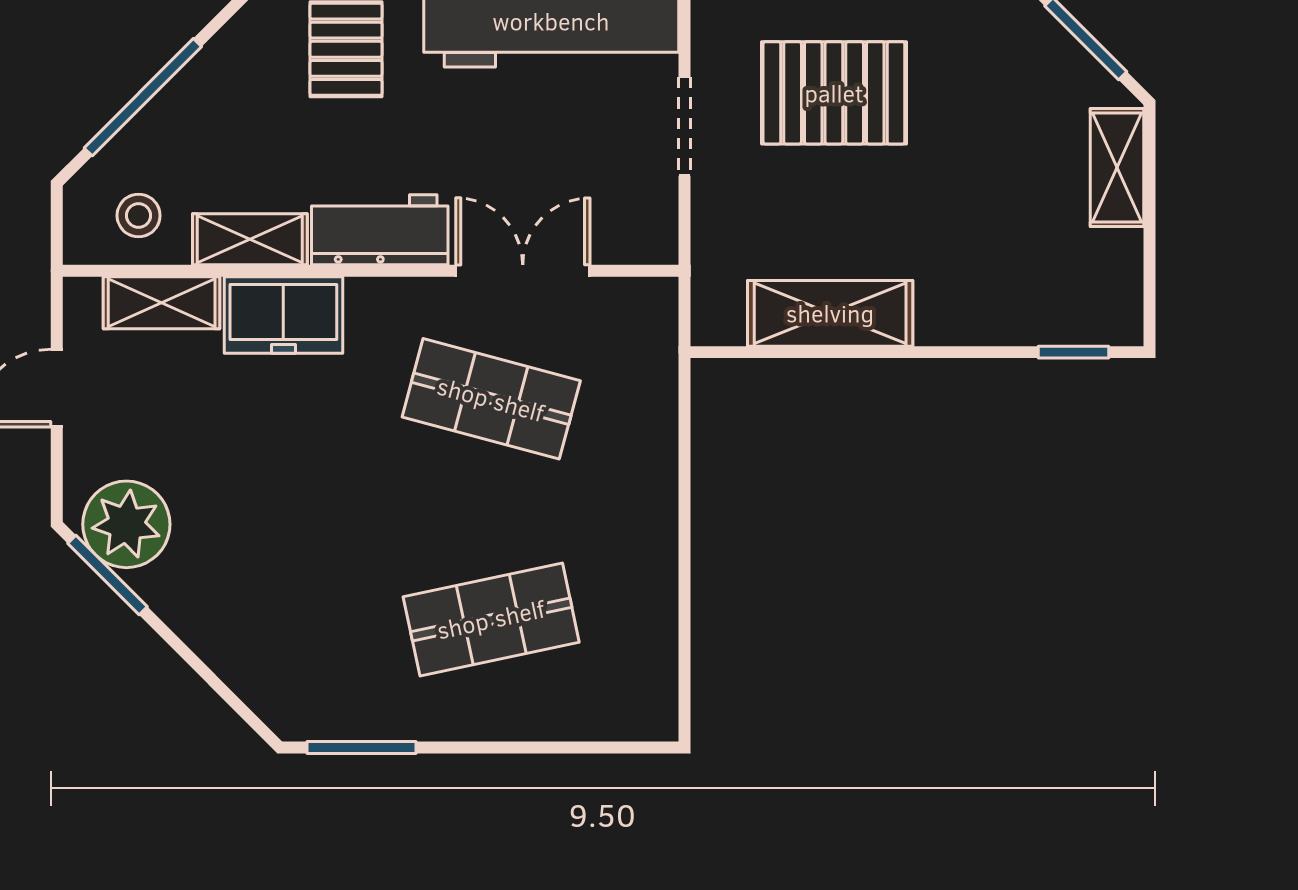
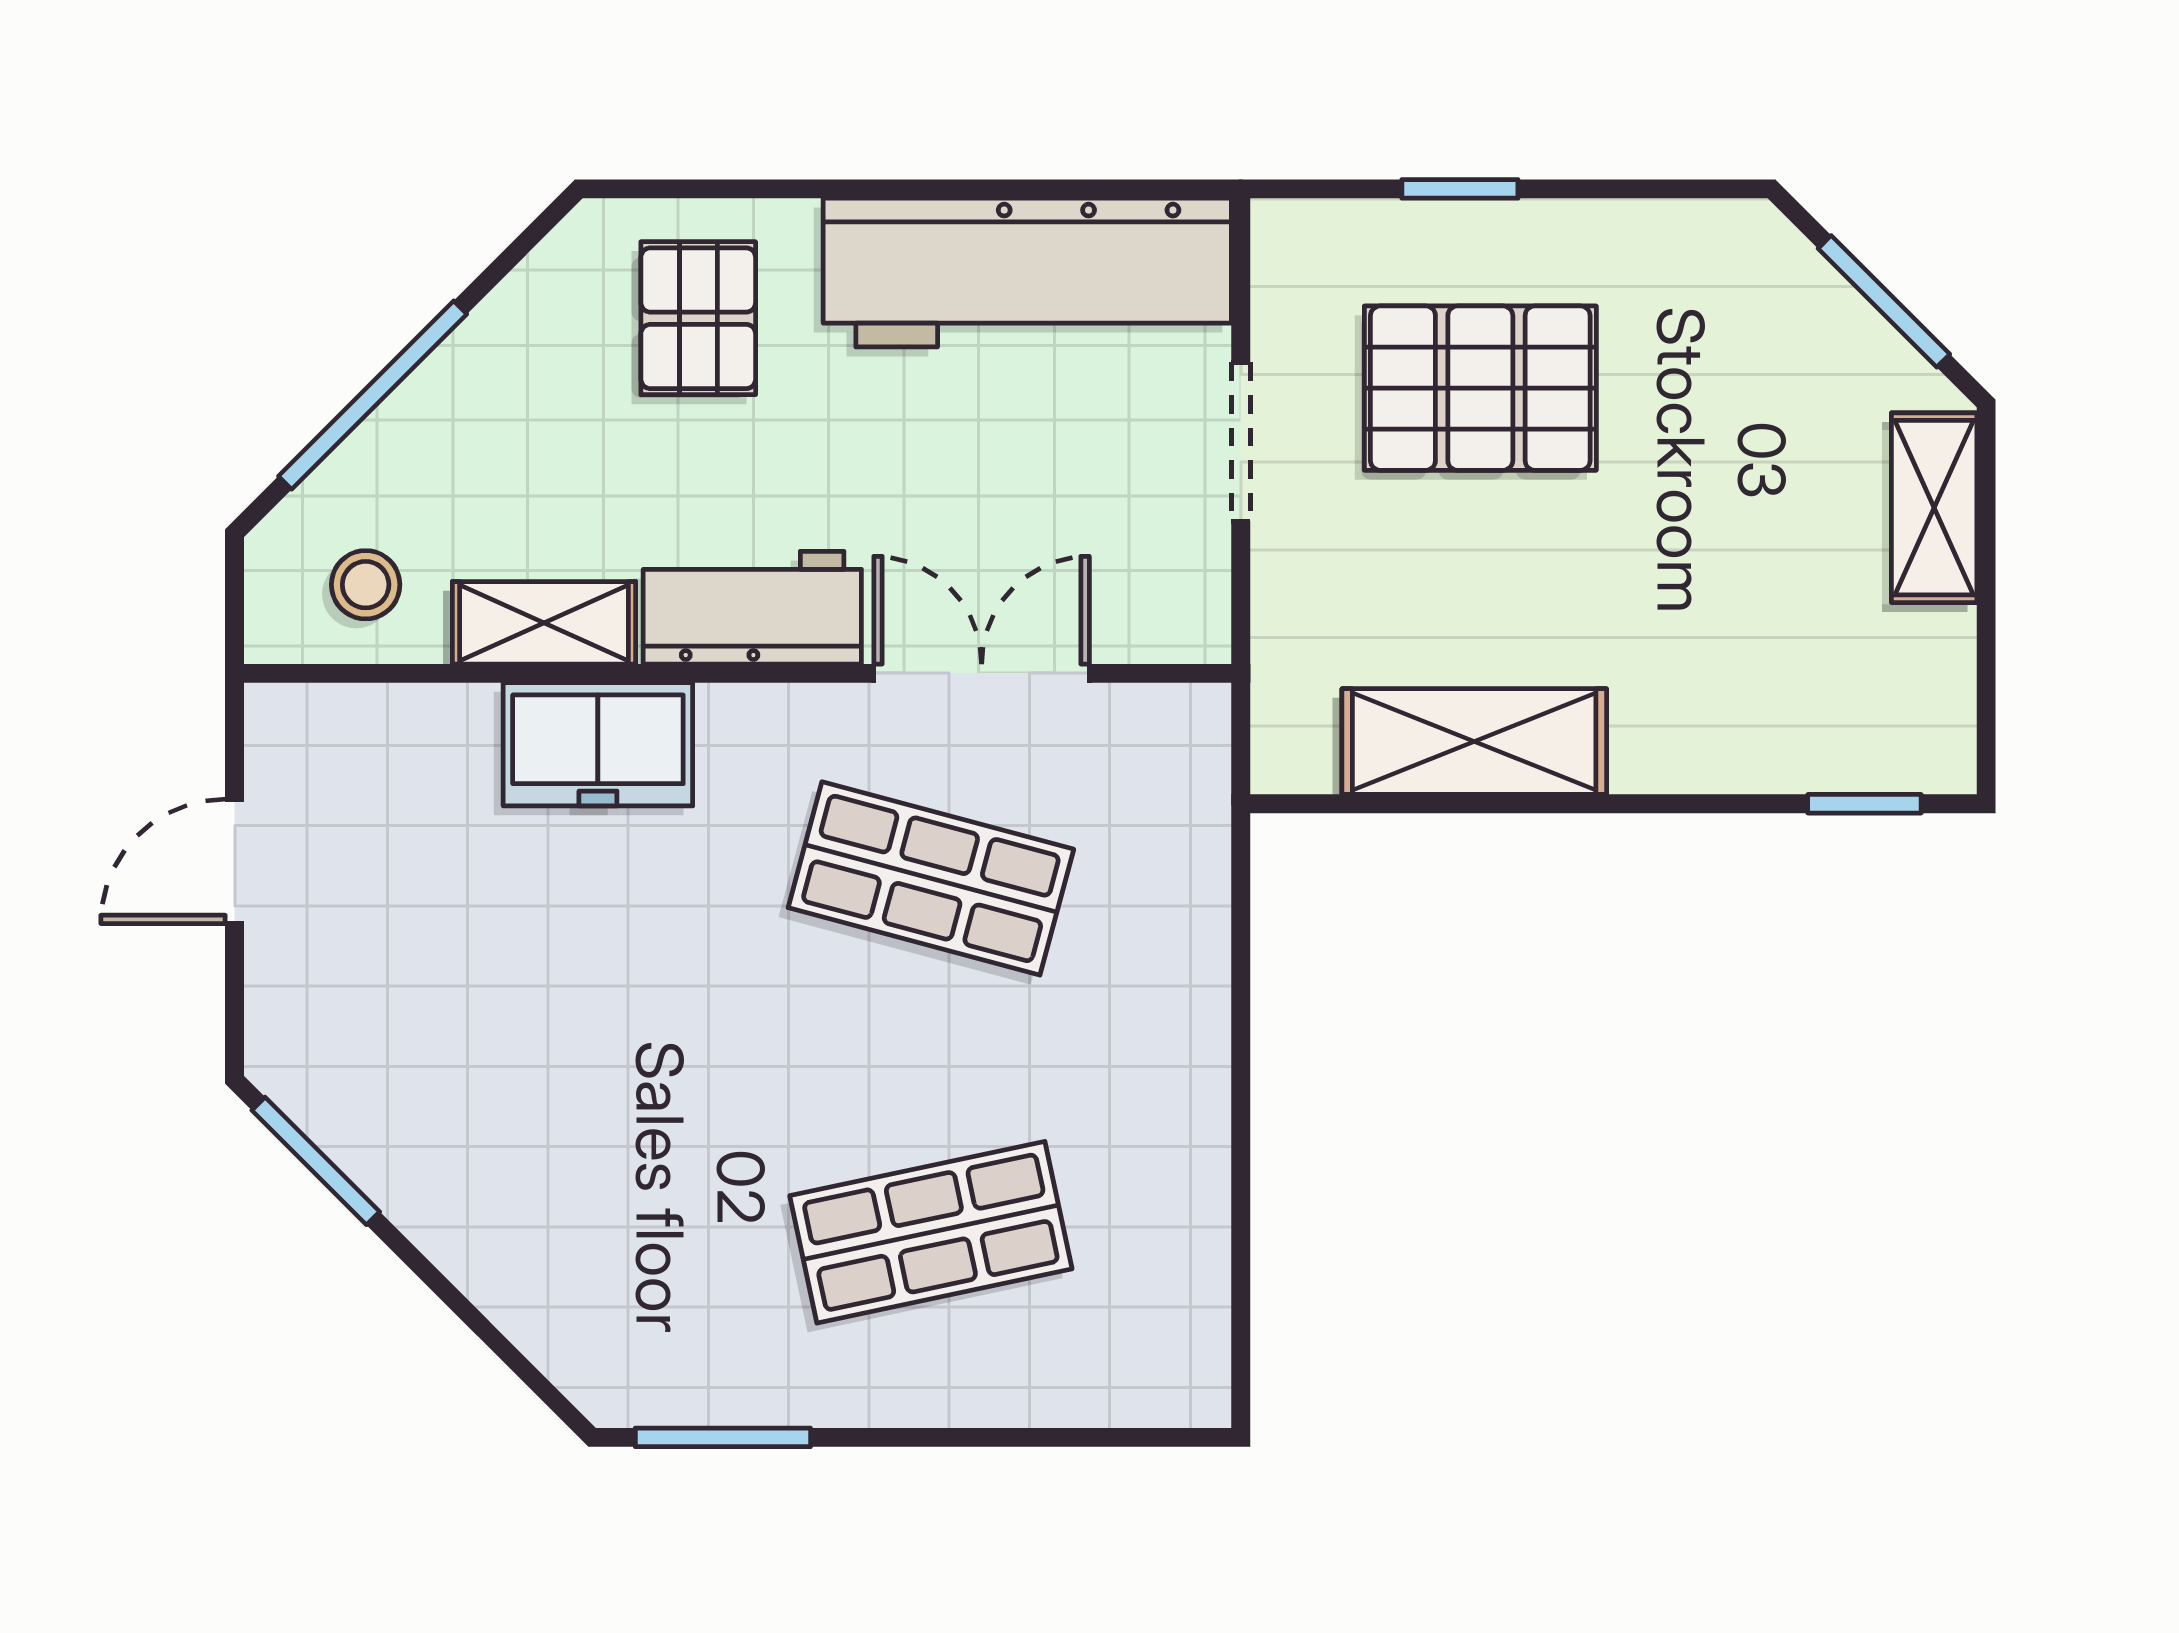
shelving: (162, 303) -> (403, 725), removed
plant: (126, 524) -> (346, 1080), removed

